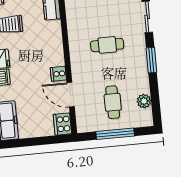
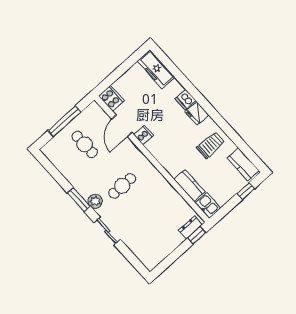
door: (71, 95) -> (122, 126), swing flipped
plant: (144, 101) -> (95, 201), moved

